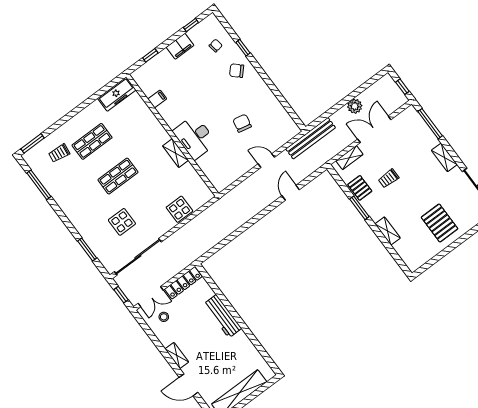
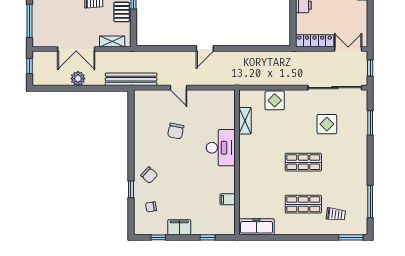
shelving: (176, 153) -> (245, 121), moved
door: (291, 193) -> (205, 48), moved
stool: (164, 317) -> (350, 26), removed

